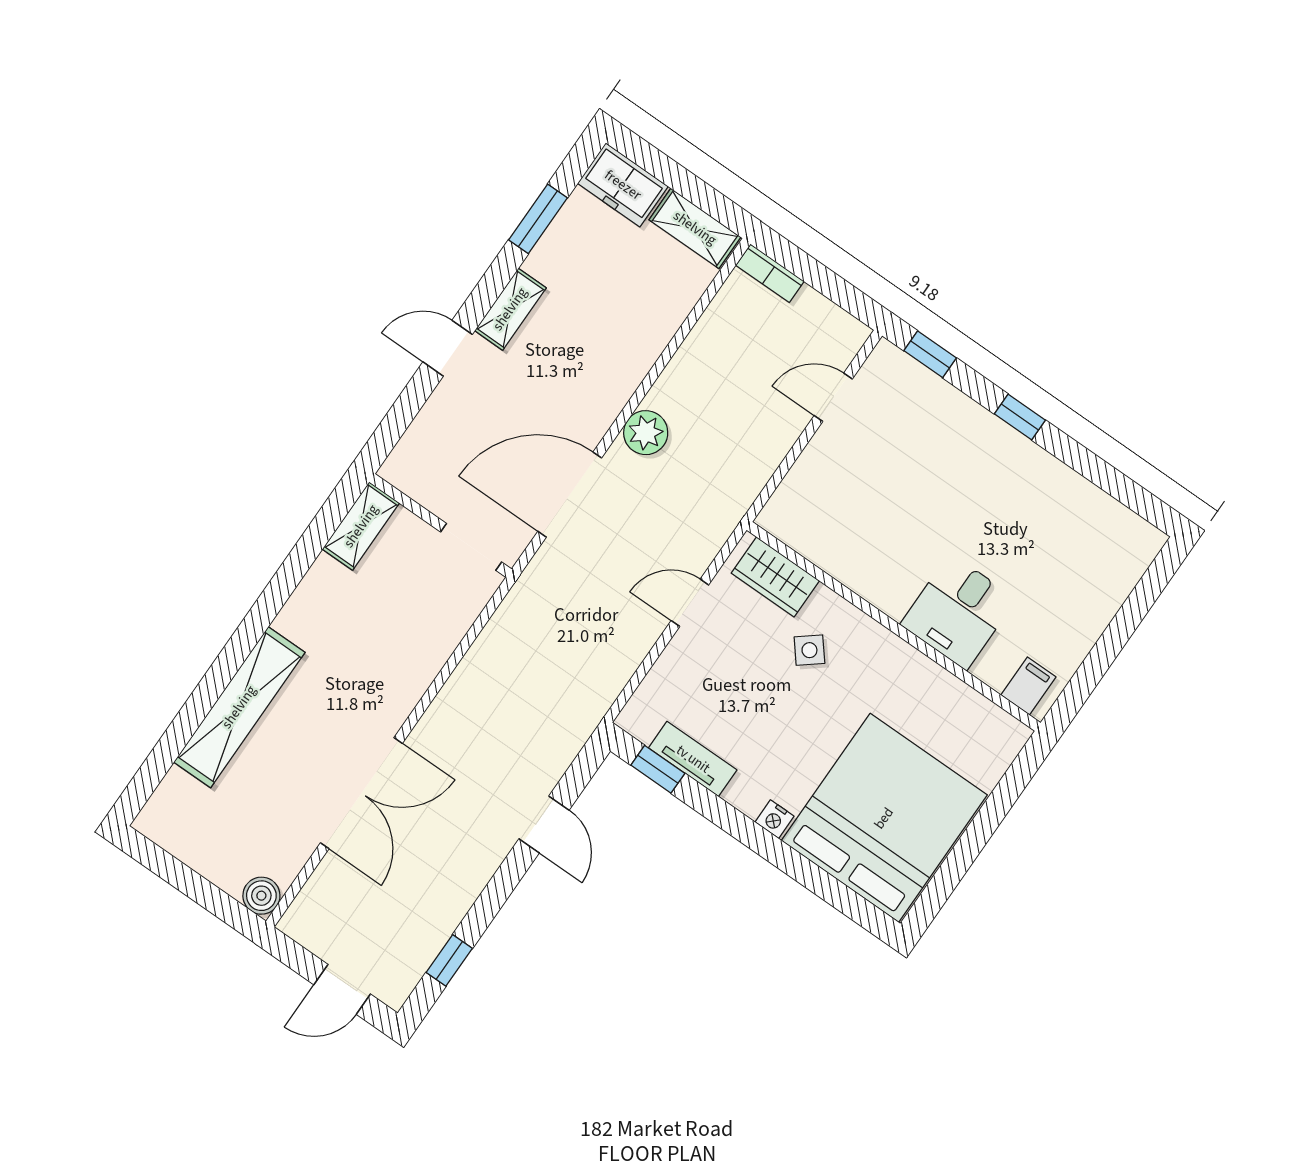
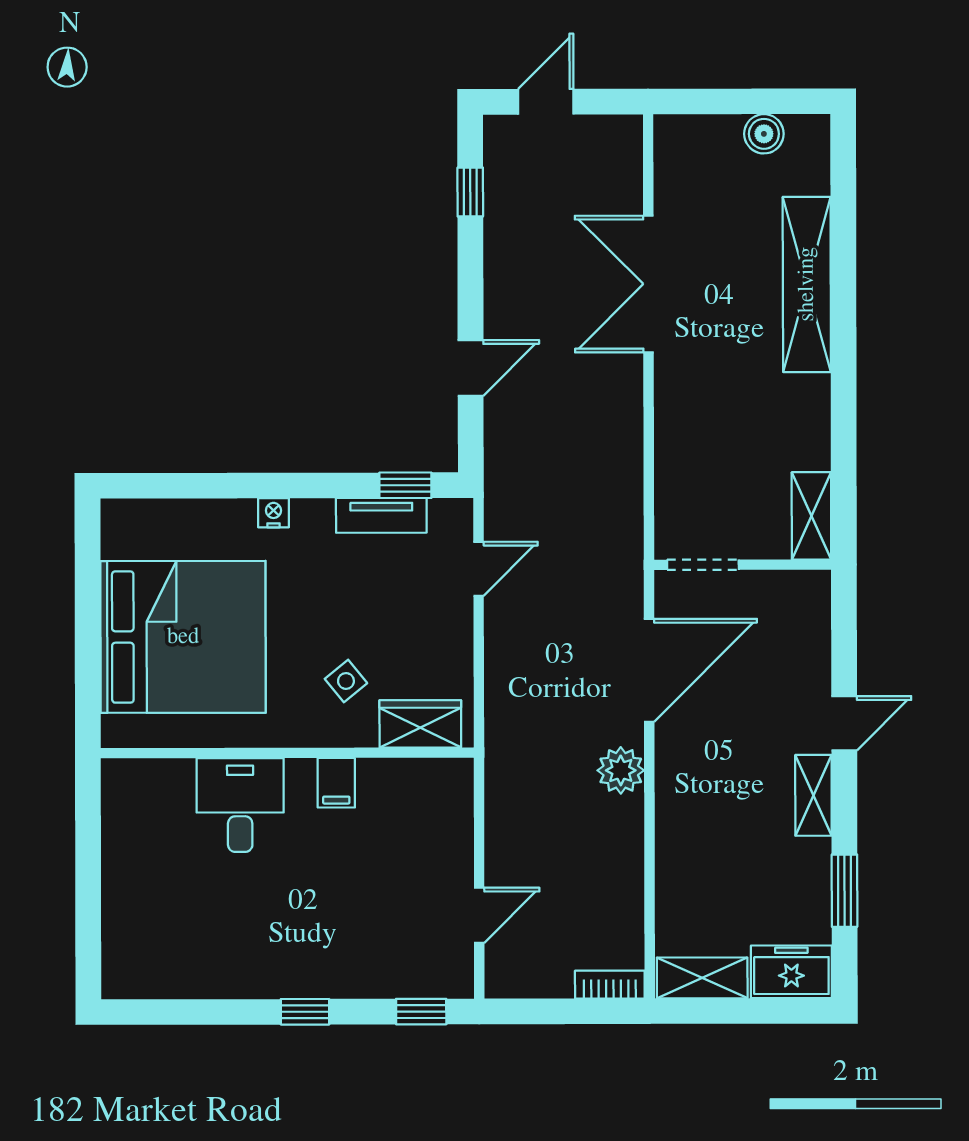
door: (690, 603) -> (479, 569), moved
filing cabinet: (1028, 686) -> (336, 783), moved
bed: (884, 818) -> (183, 637), moved, turned -90
door: (544, 824) -> (471, 368), swing flipped
boiler: (261, 896) -> (764, 134), moved

